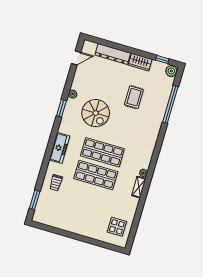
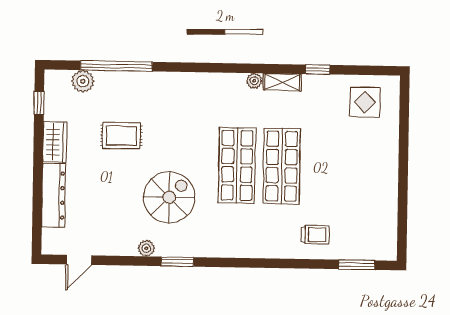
door: (76, 58) -> (79, 260), swing flipped
plant: (171, 71) -> (83, 81), moved
freezer: (59, 148) -> (251, 246), removed
window: (140, 207) -> (318, 69), added

